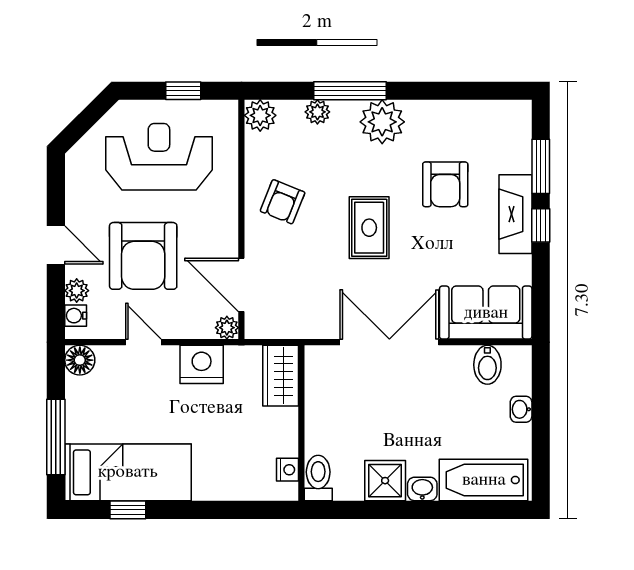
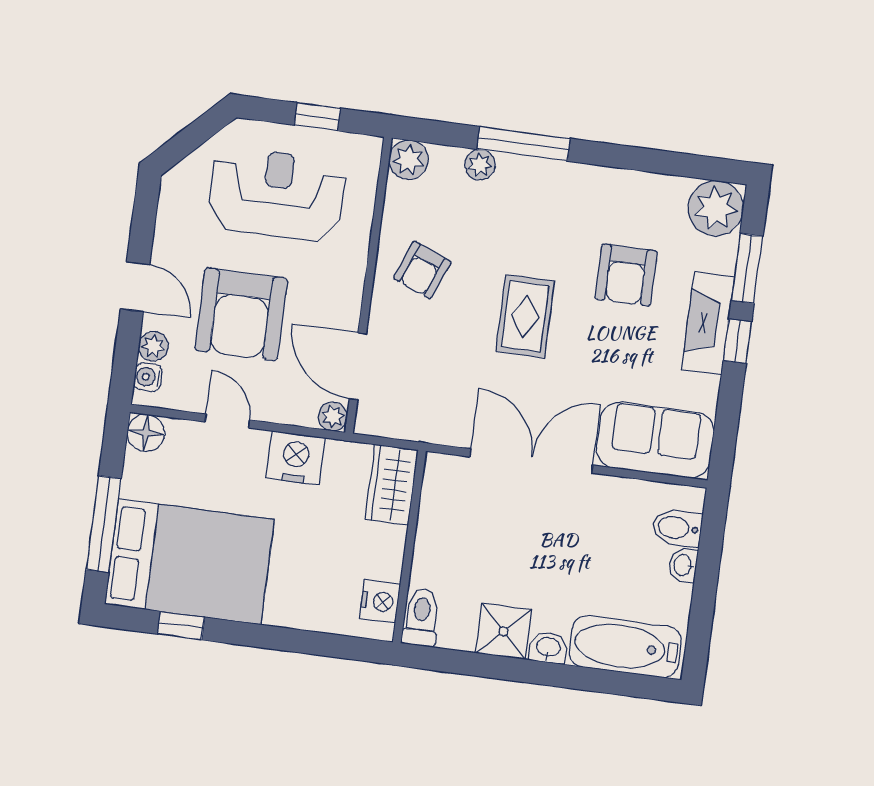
plant: (382, 122) -> (716, 208), moved
bidet: (487, 365) -> (677, 528), moved, turned 90
nightstand: (287, 470) -> (380, 601), width x1.39, depth x1.35
bed: (128, 472) -> (189, 562), width x1.50

